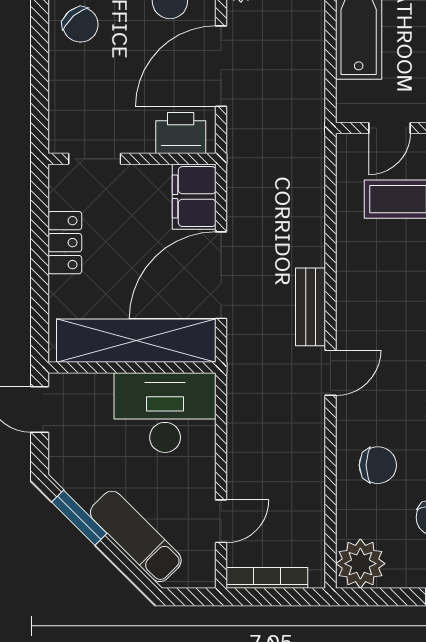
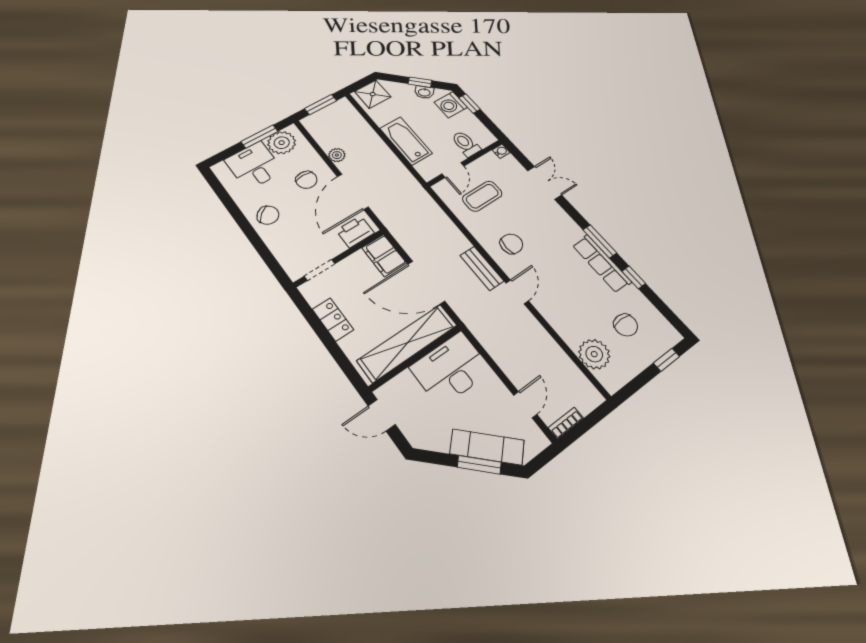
door: (221, 275) -> (426, 283), hinge flipped
chair: (378, 465) -> (511, 244), moved
window: (79, 518) -> (479, 465), moved
plant: (360, 564) -> (594, 354), moved
bookcase: (267, 578) -> (566, 423), width x0.64

